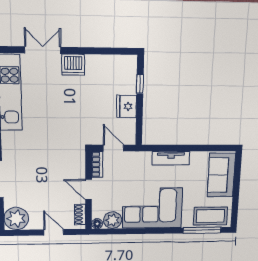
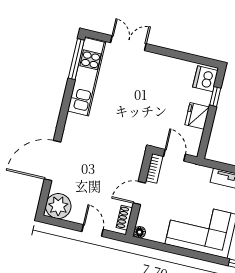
dishwasher: (73, 65) -> (205, 79), moved, turned 90
door: (89, 190) -> (139, 193), hinge flipped
plant: (113, 220) -> (157, 232), removed

